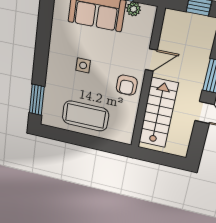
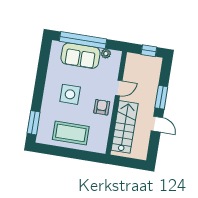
side table: (83, 65) -> (70, 94), width x1.87, depth x1.87
armchair: (127, 85) -> (102, 107), turned 180

